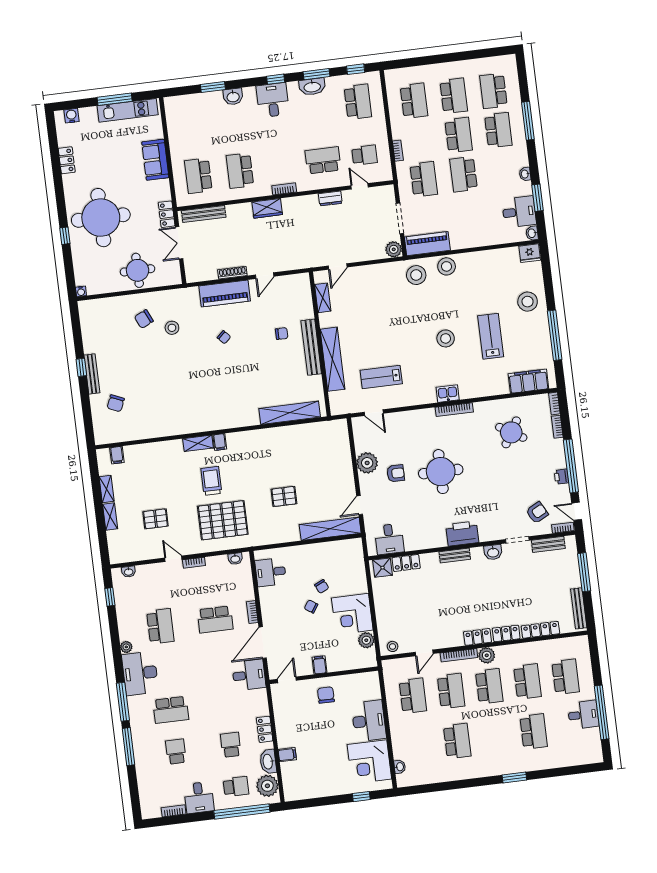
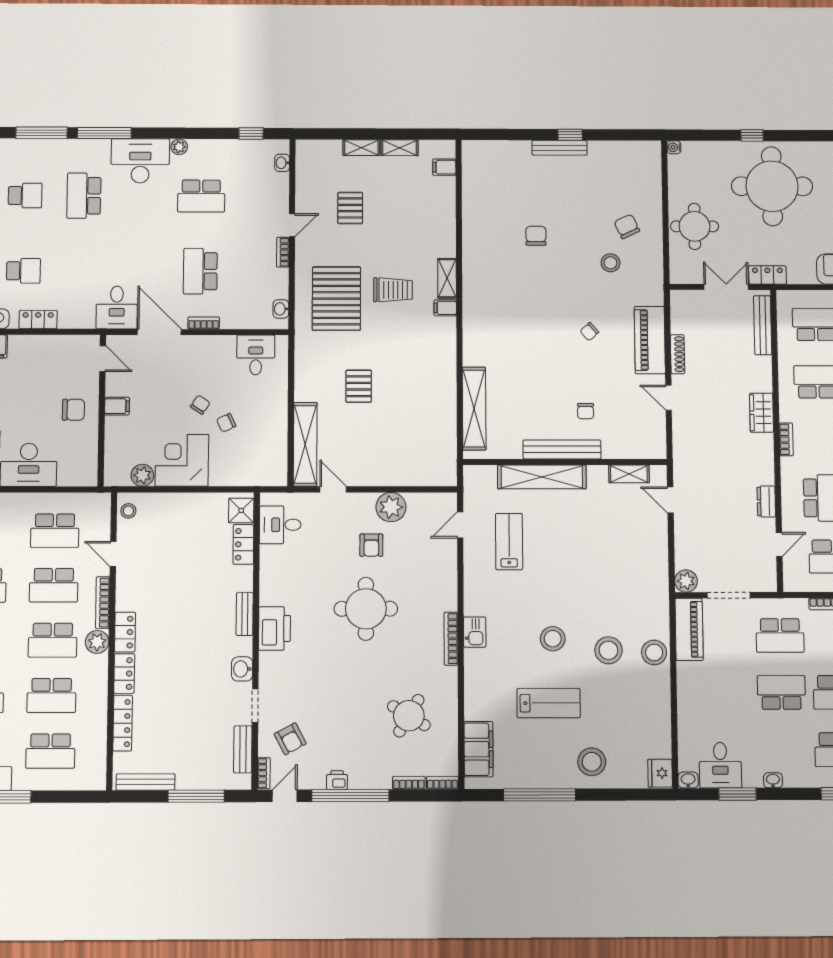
stool: (416, 275) -> (608, 650), moved
chair: (116, 403) -> (536, 236), moved, turned 67

